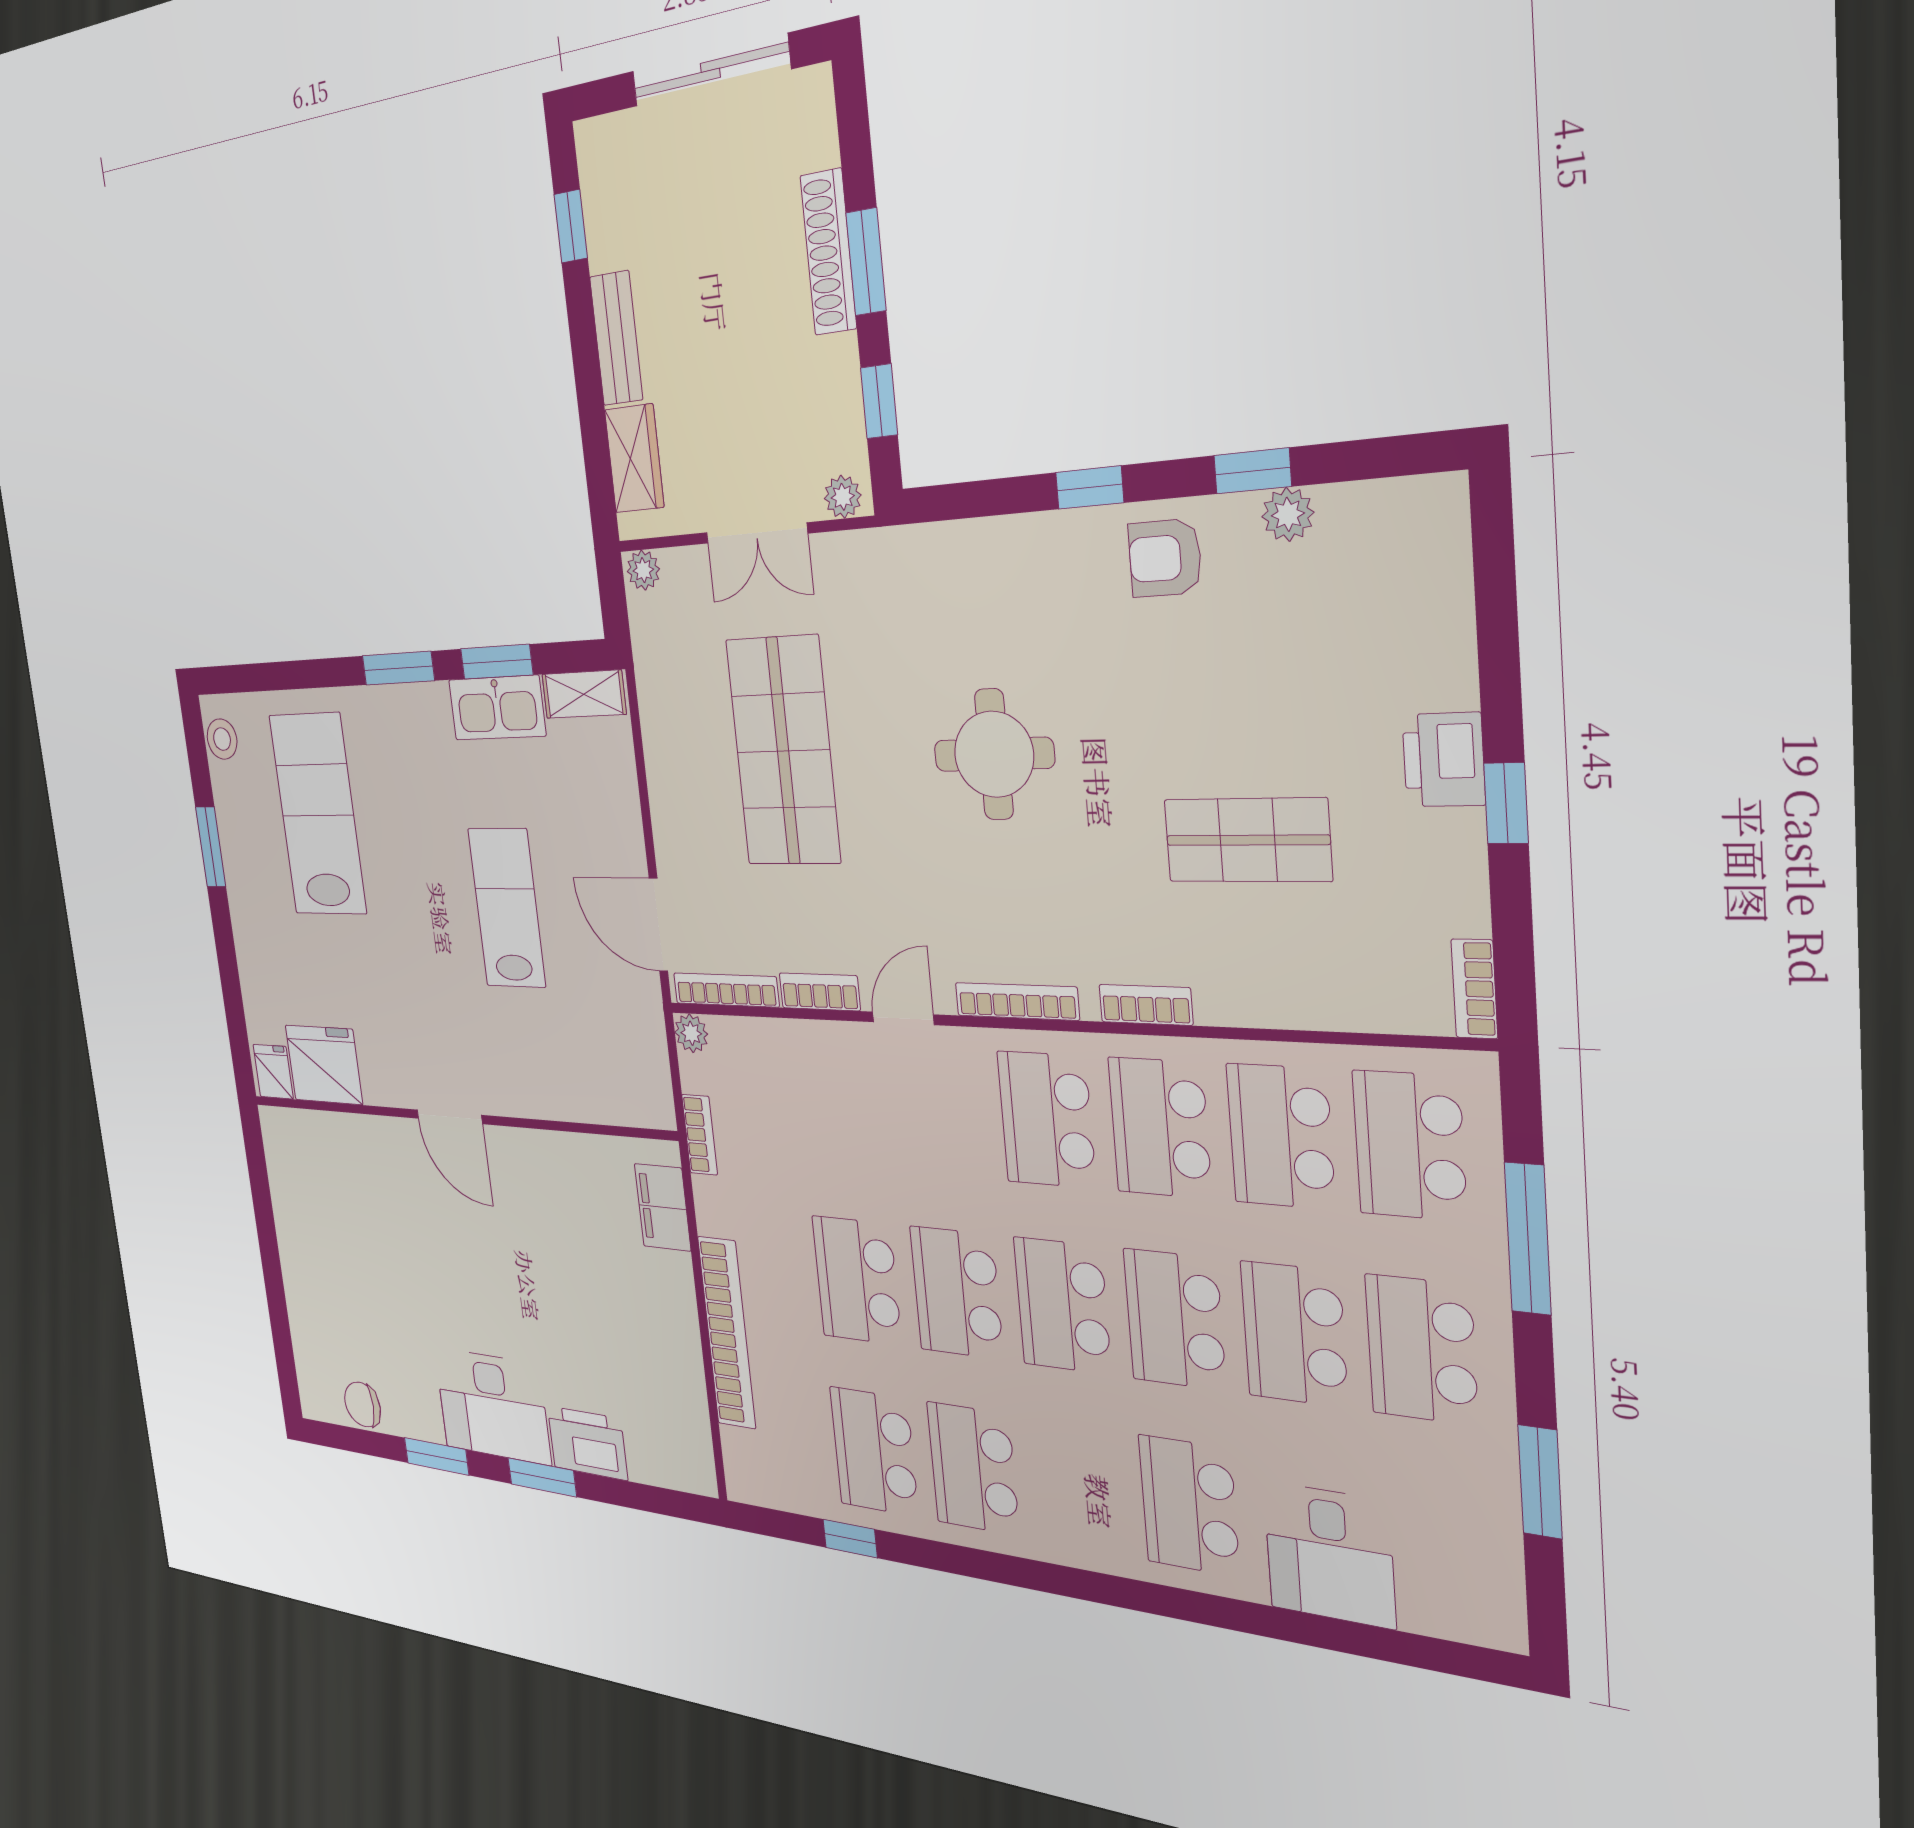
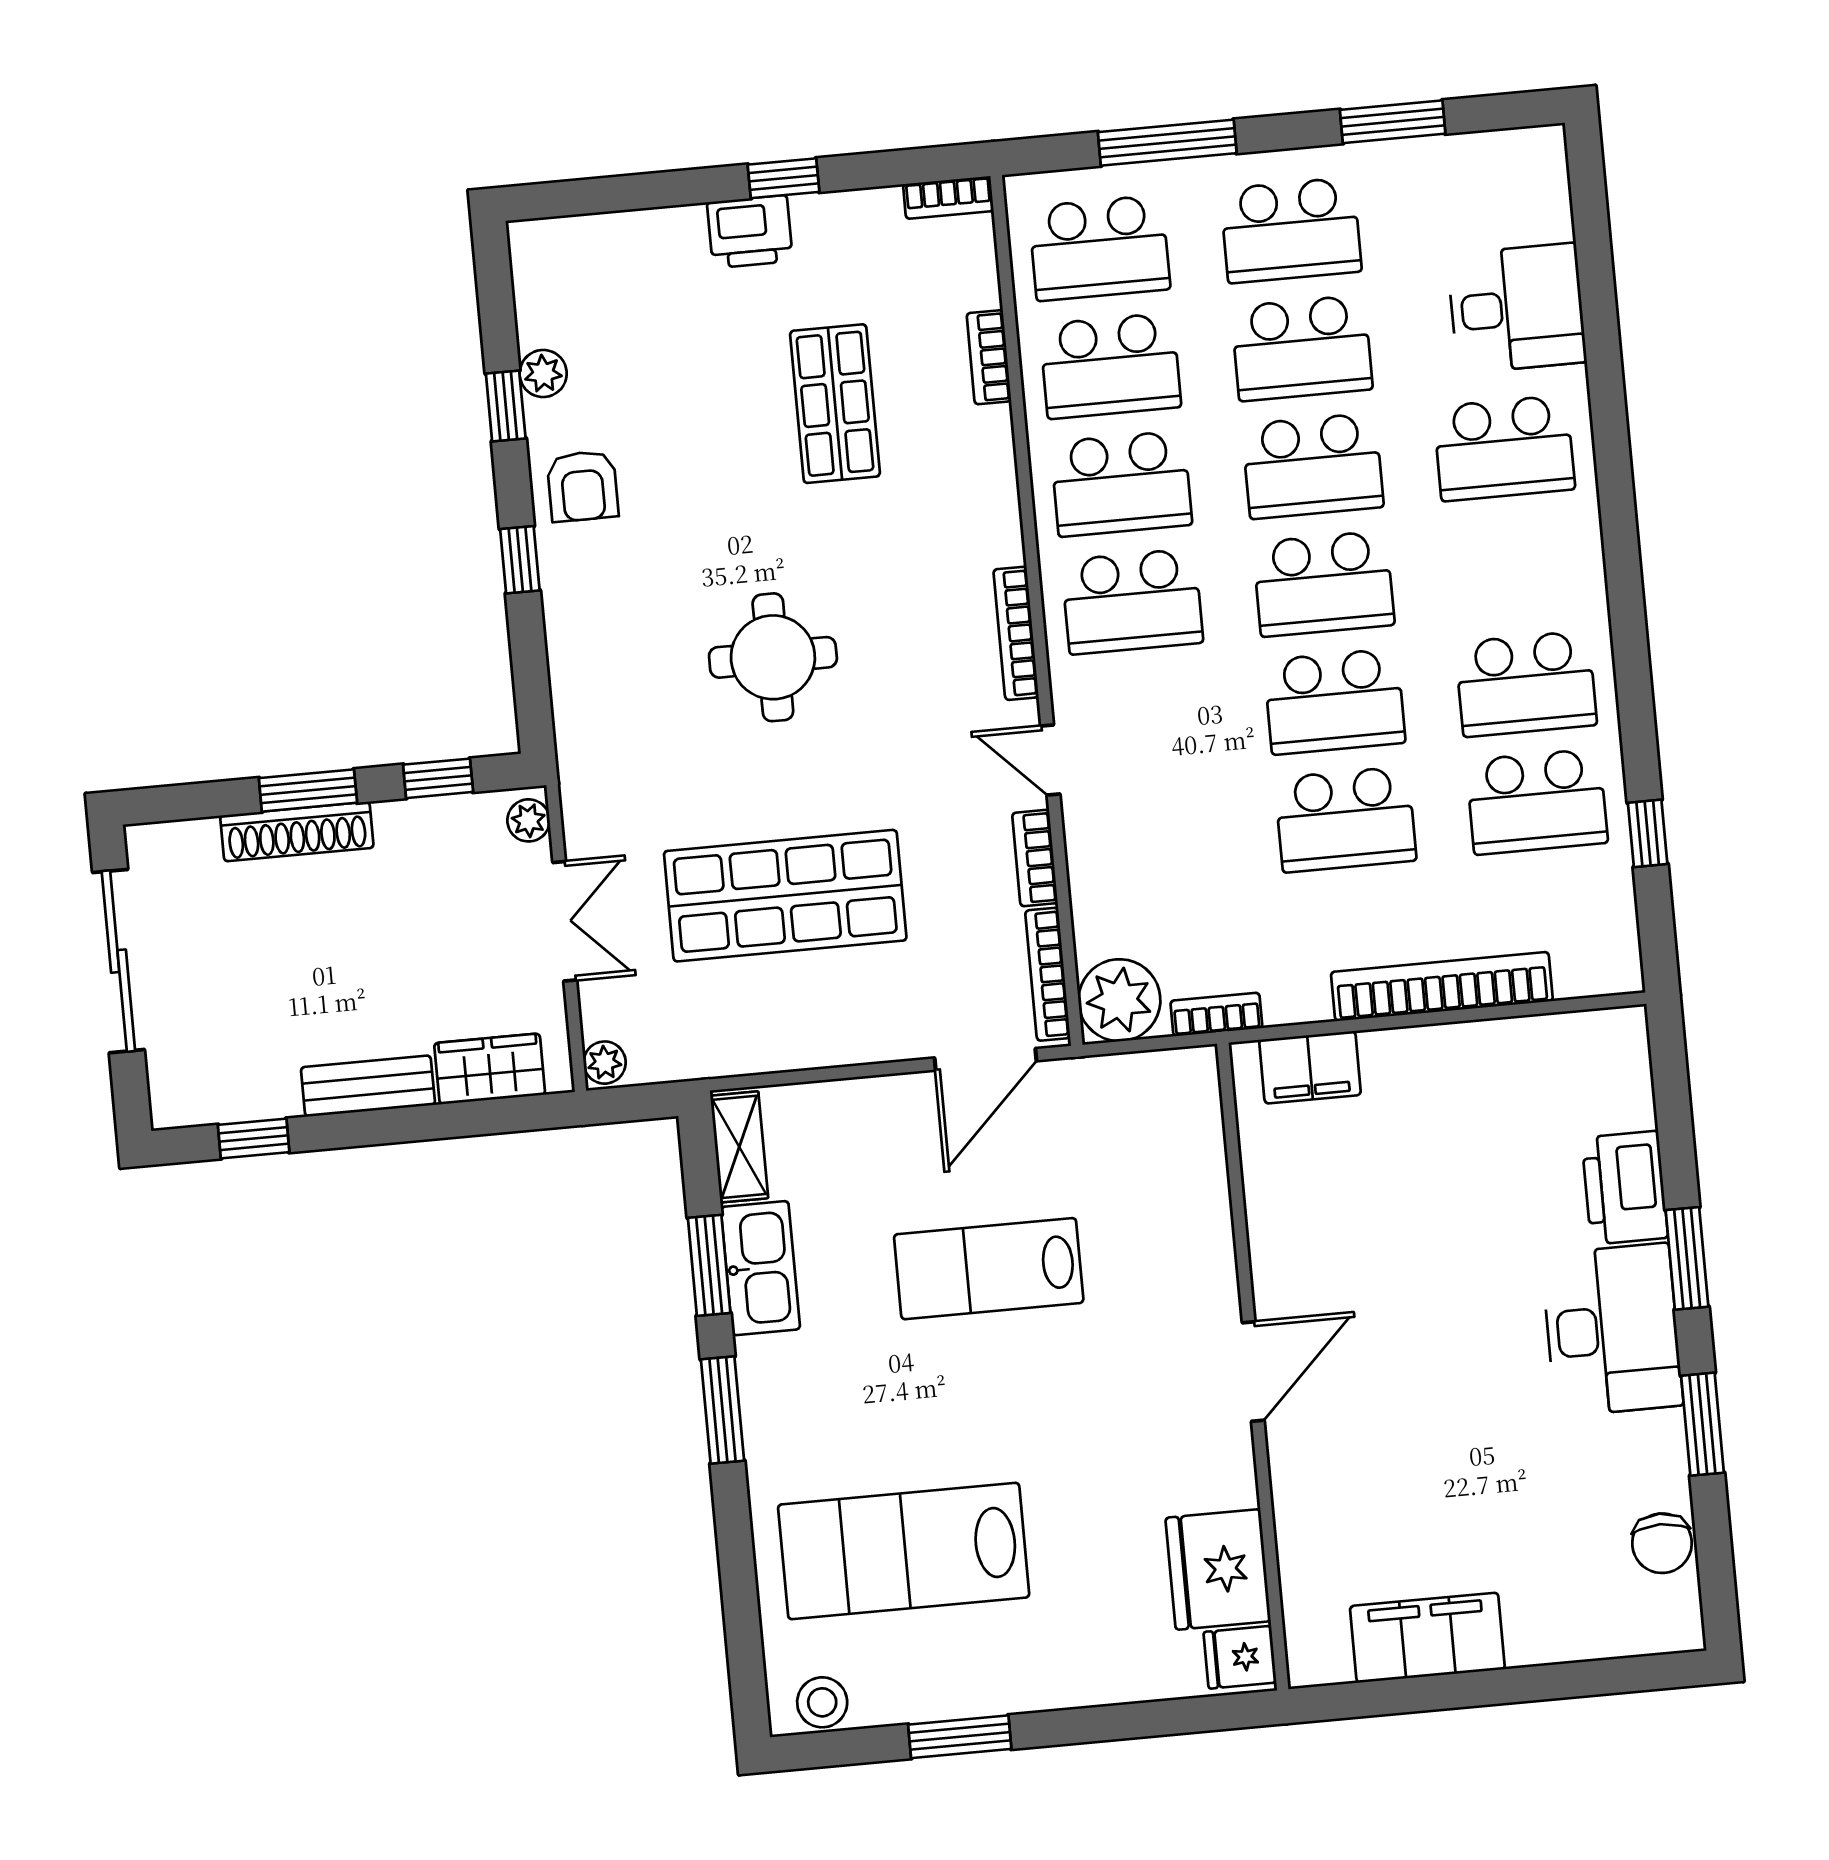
bookcase: (1146, 1005) -> (989, 357), moved
plant: (691, 1033) -> (1119, 1000), width x1.87, depth x1.87
filing cabinet: (295, 1216) -> (1427, 1638), added

